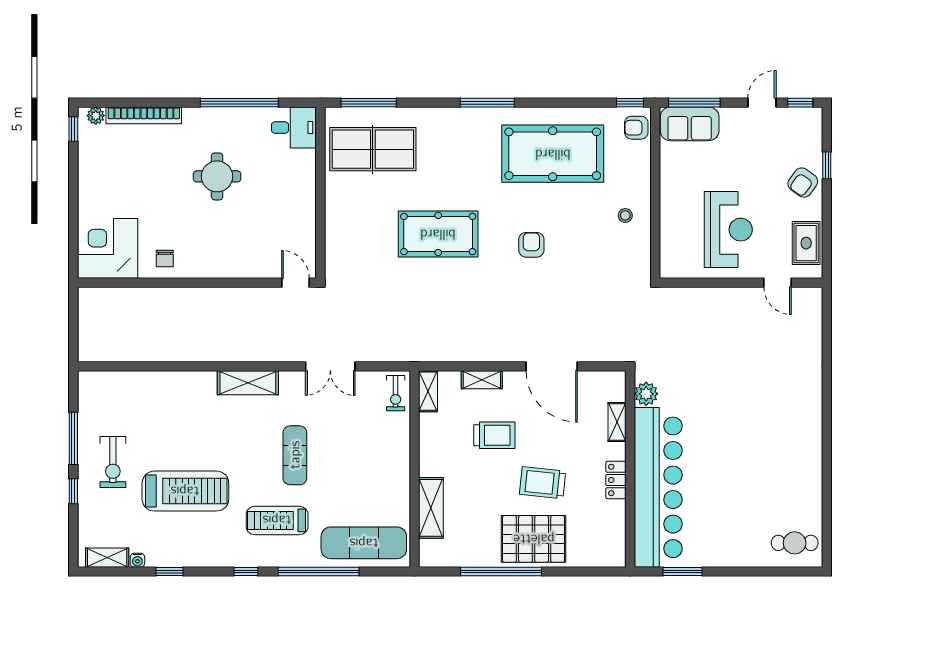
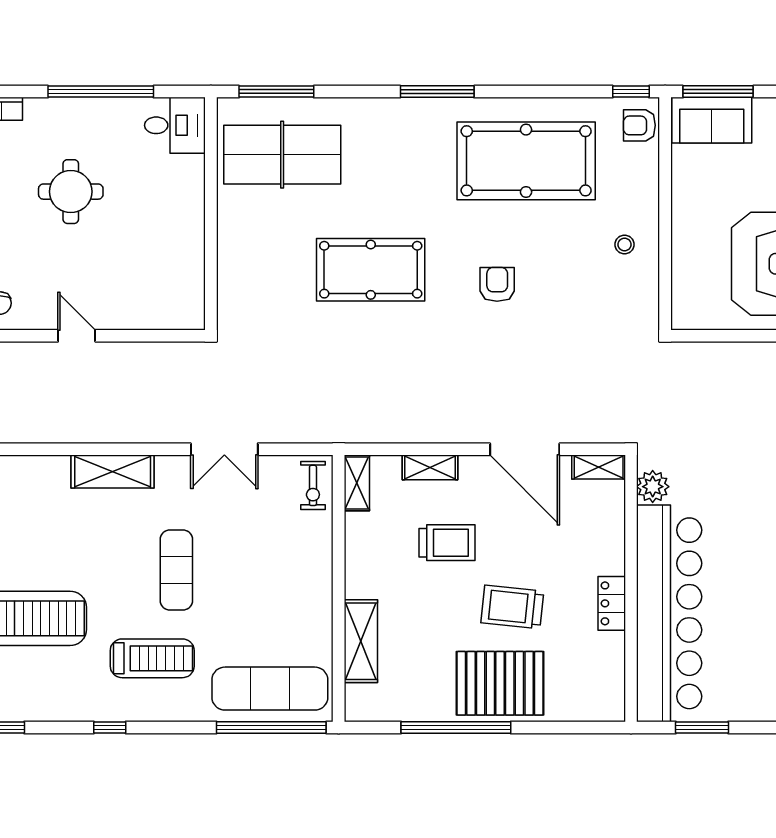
door: (296, 283) -> (77, 336), moved
shelving: (617, 422) -> (599, 467), moved, turned 90
treadmill: (277, 520) -> (152, 658), turned 180
window: (319, 571) -> (271, 727), moved

